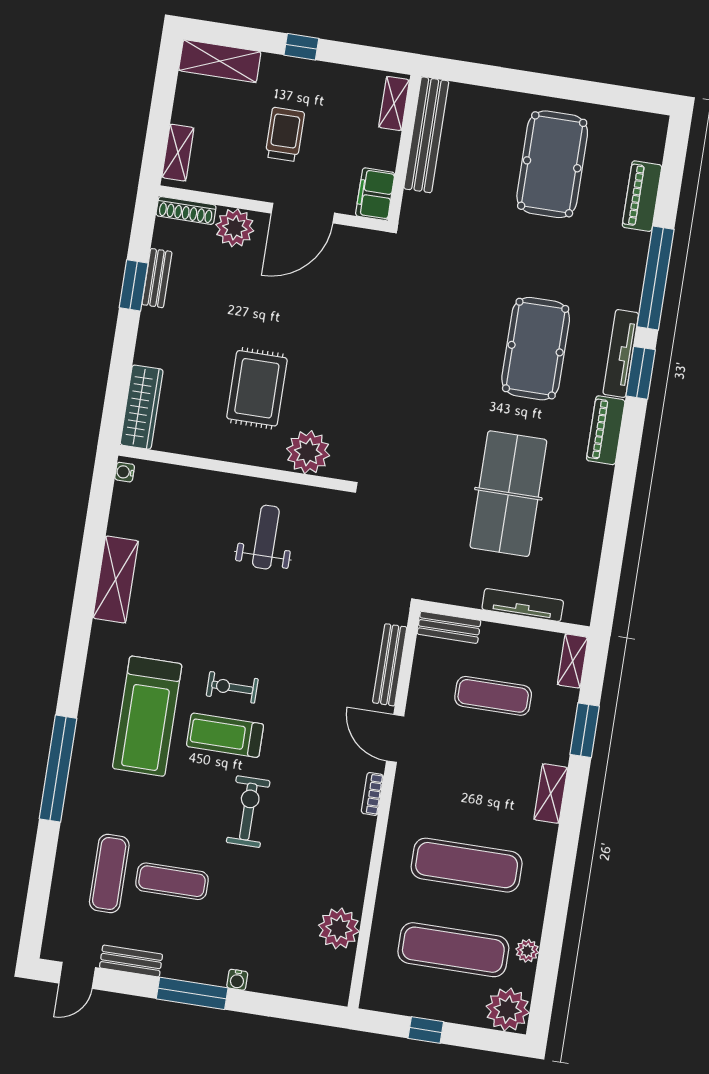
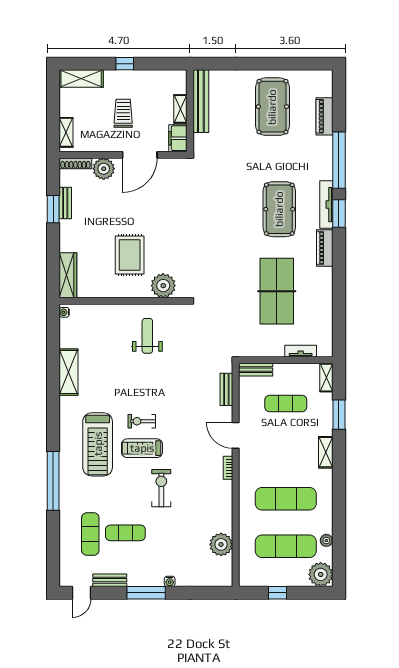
shelving: (394, 104) -> (180, 109), moved
tv unit: (523, 605) -> (301, 351), width x0.71
bench: (390, 665) -> (226, 389), width x0.73

